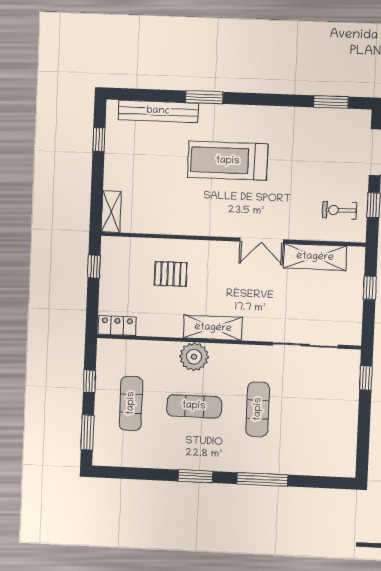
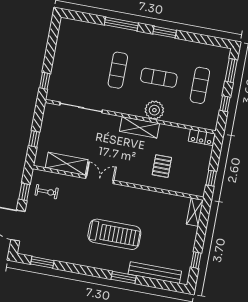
pallet: (171, 274) -> (162, 166), turned 90

